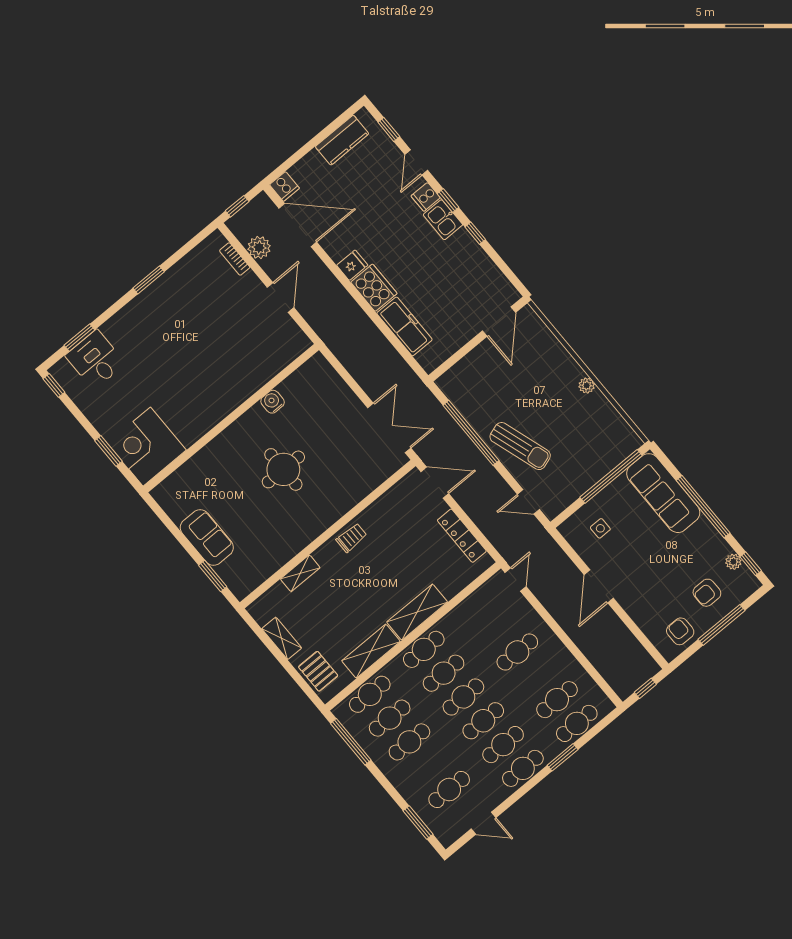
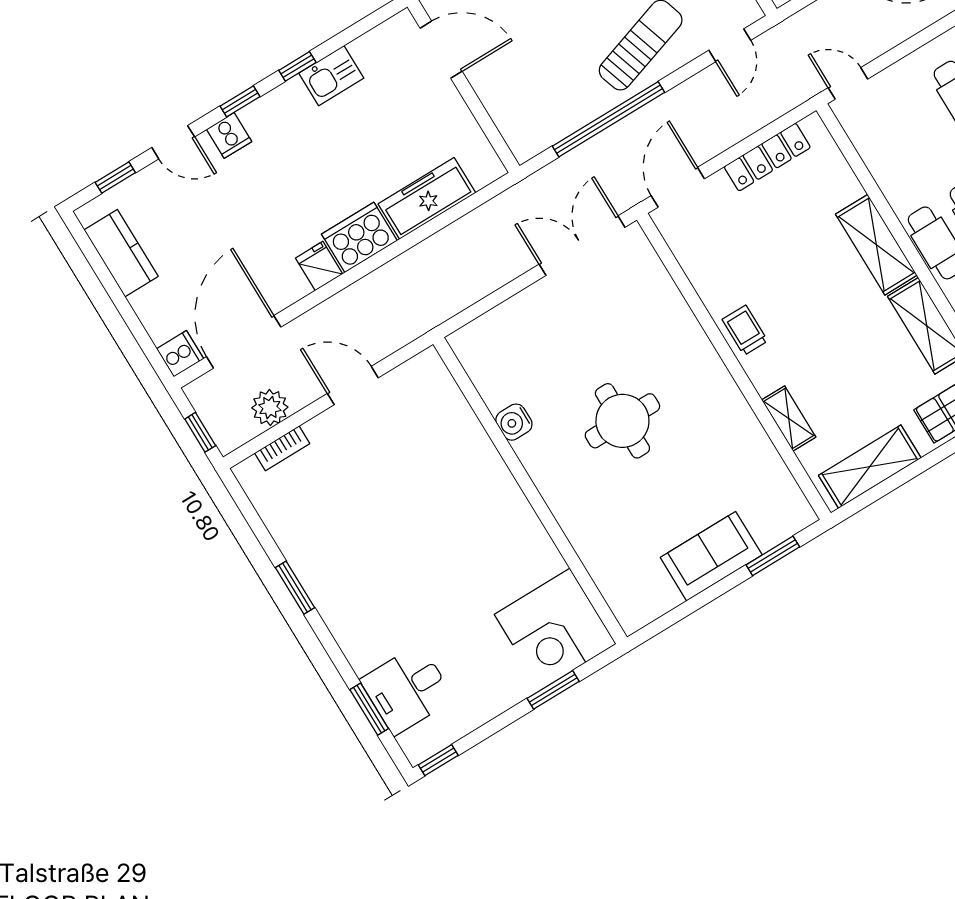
kitchen sink: (443, 220) -> (331, 76), moved
shelving: (282, 638) -> (870, 467), width x1.50, depth x1.33

